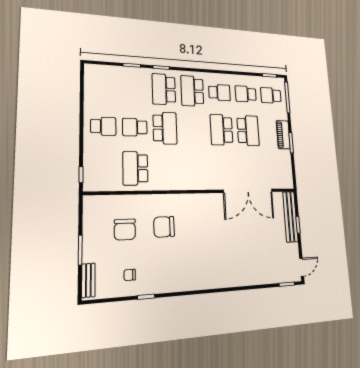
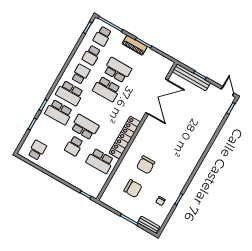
school desk: (103, 126) -> (37, 150), moved
locker: (181, 182) -> (125, 138), added

